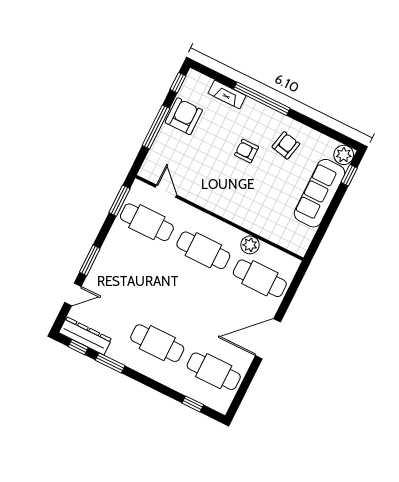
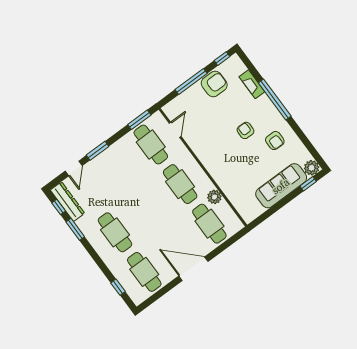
armchair: (286, 145) -> (275, 141), turned 78
door: (73, 294) -> (74, 168), hinge flipped

